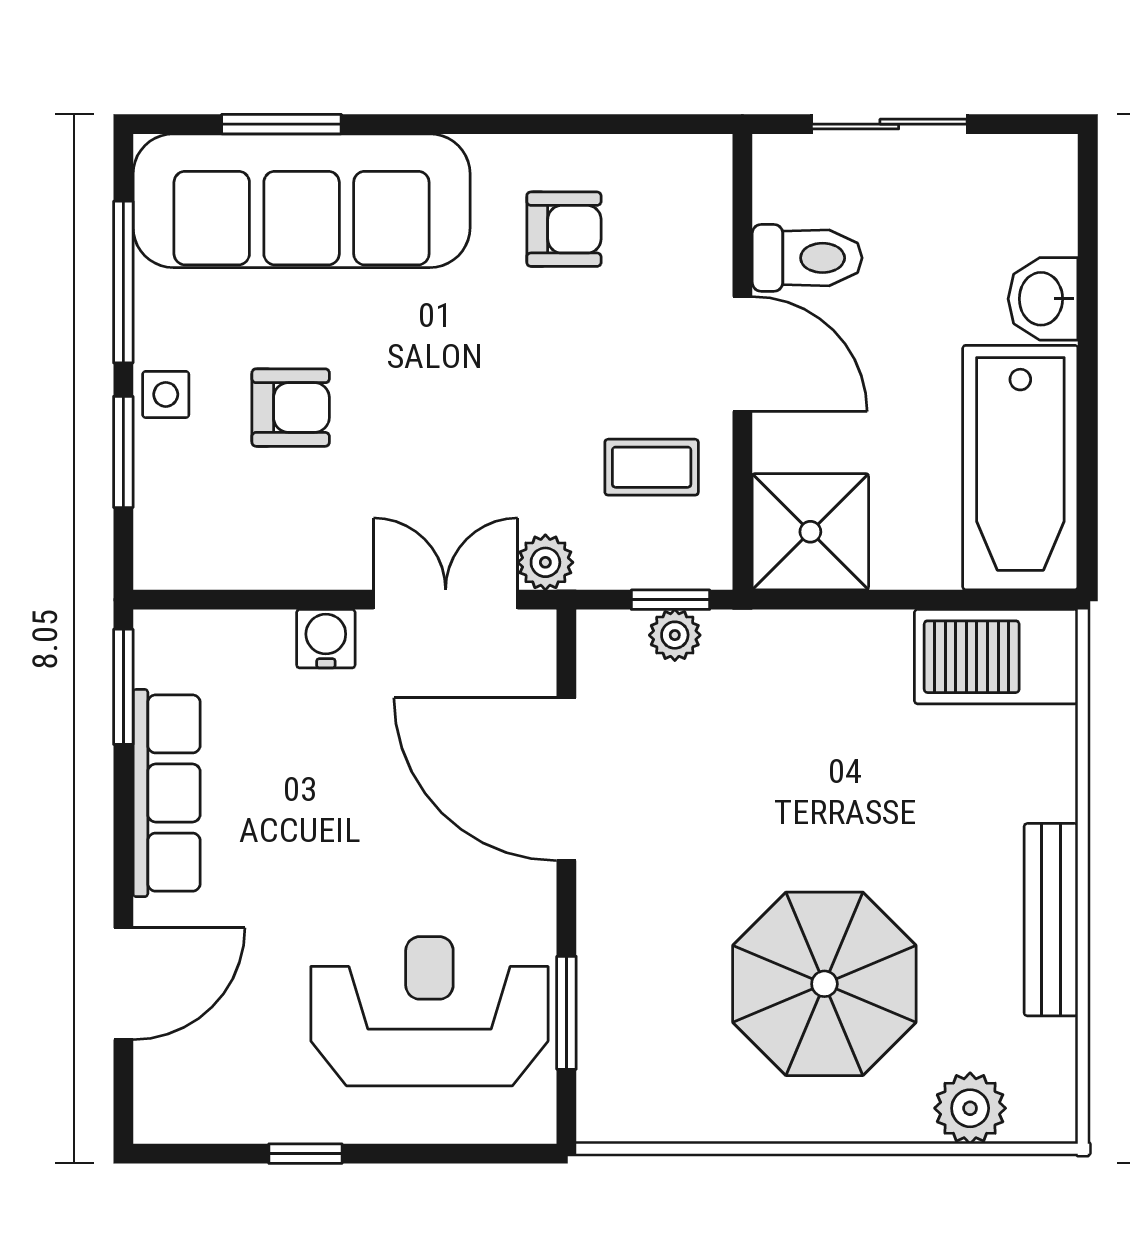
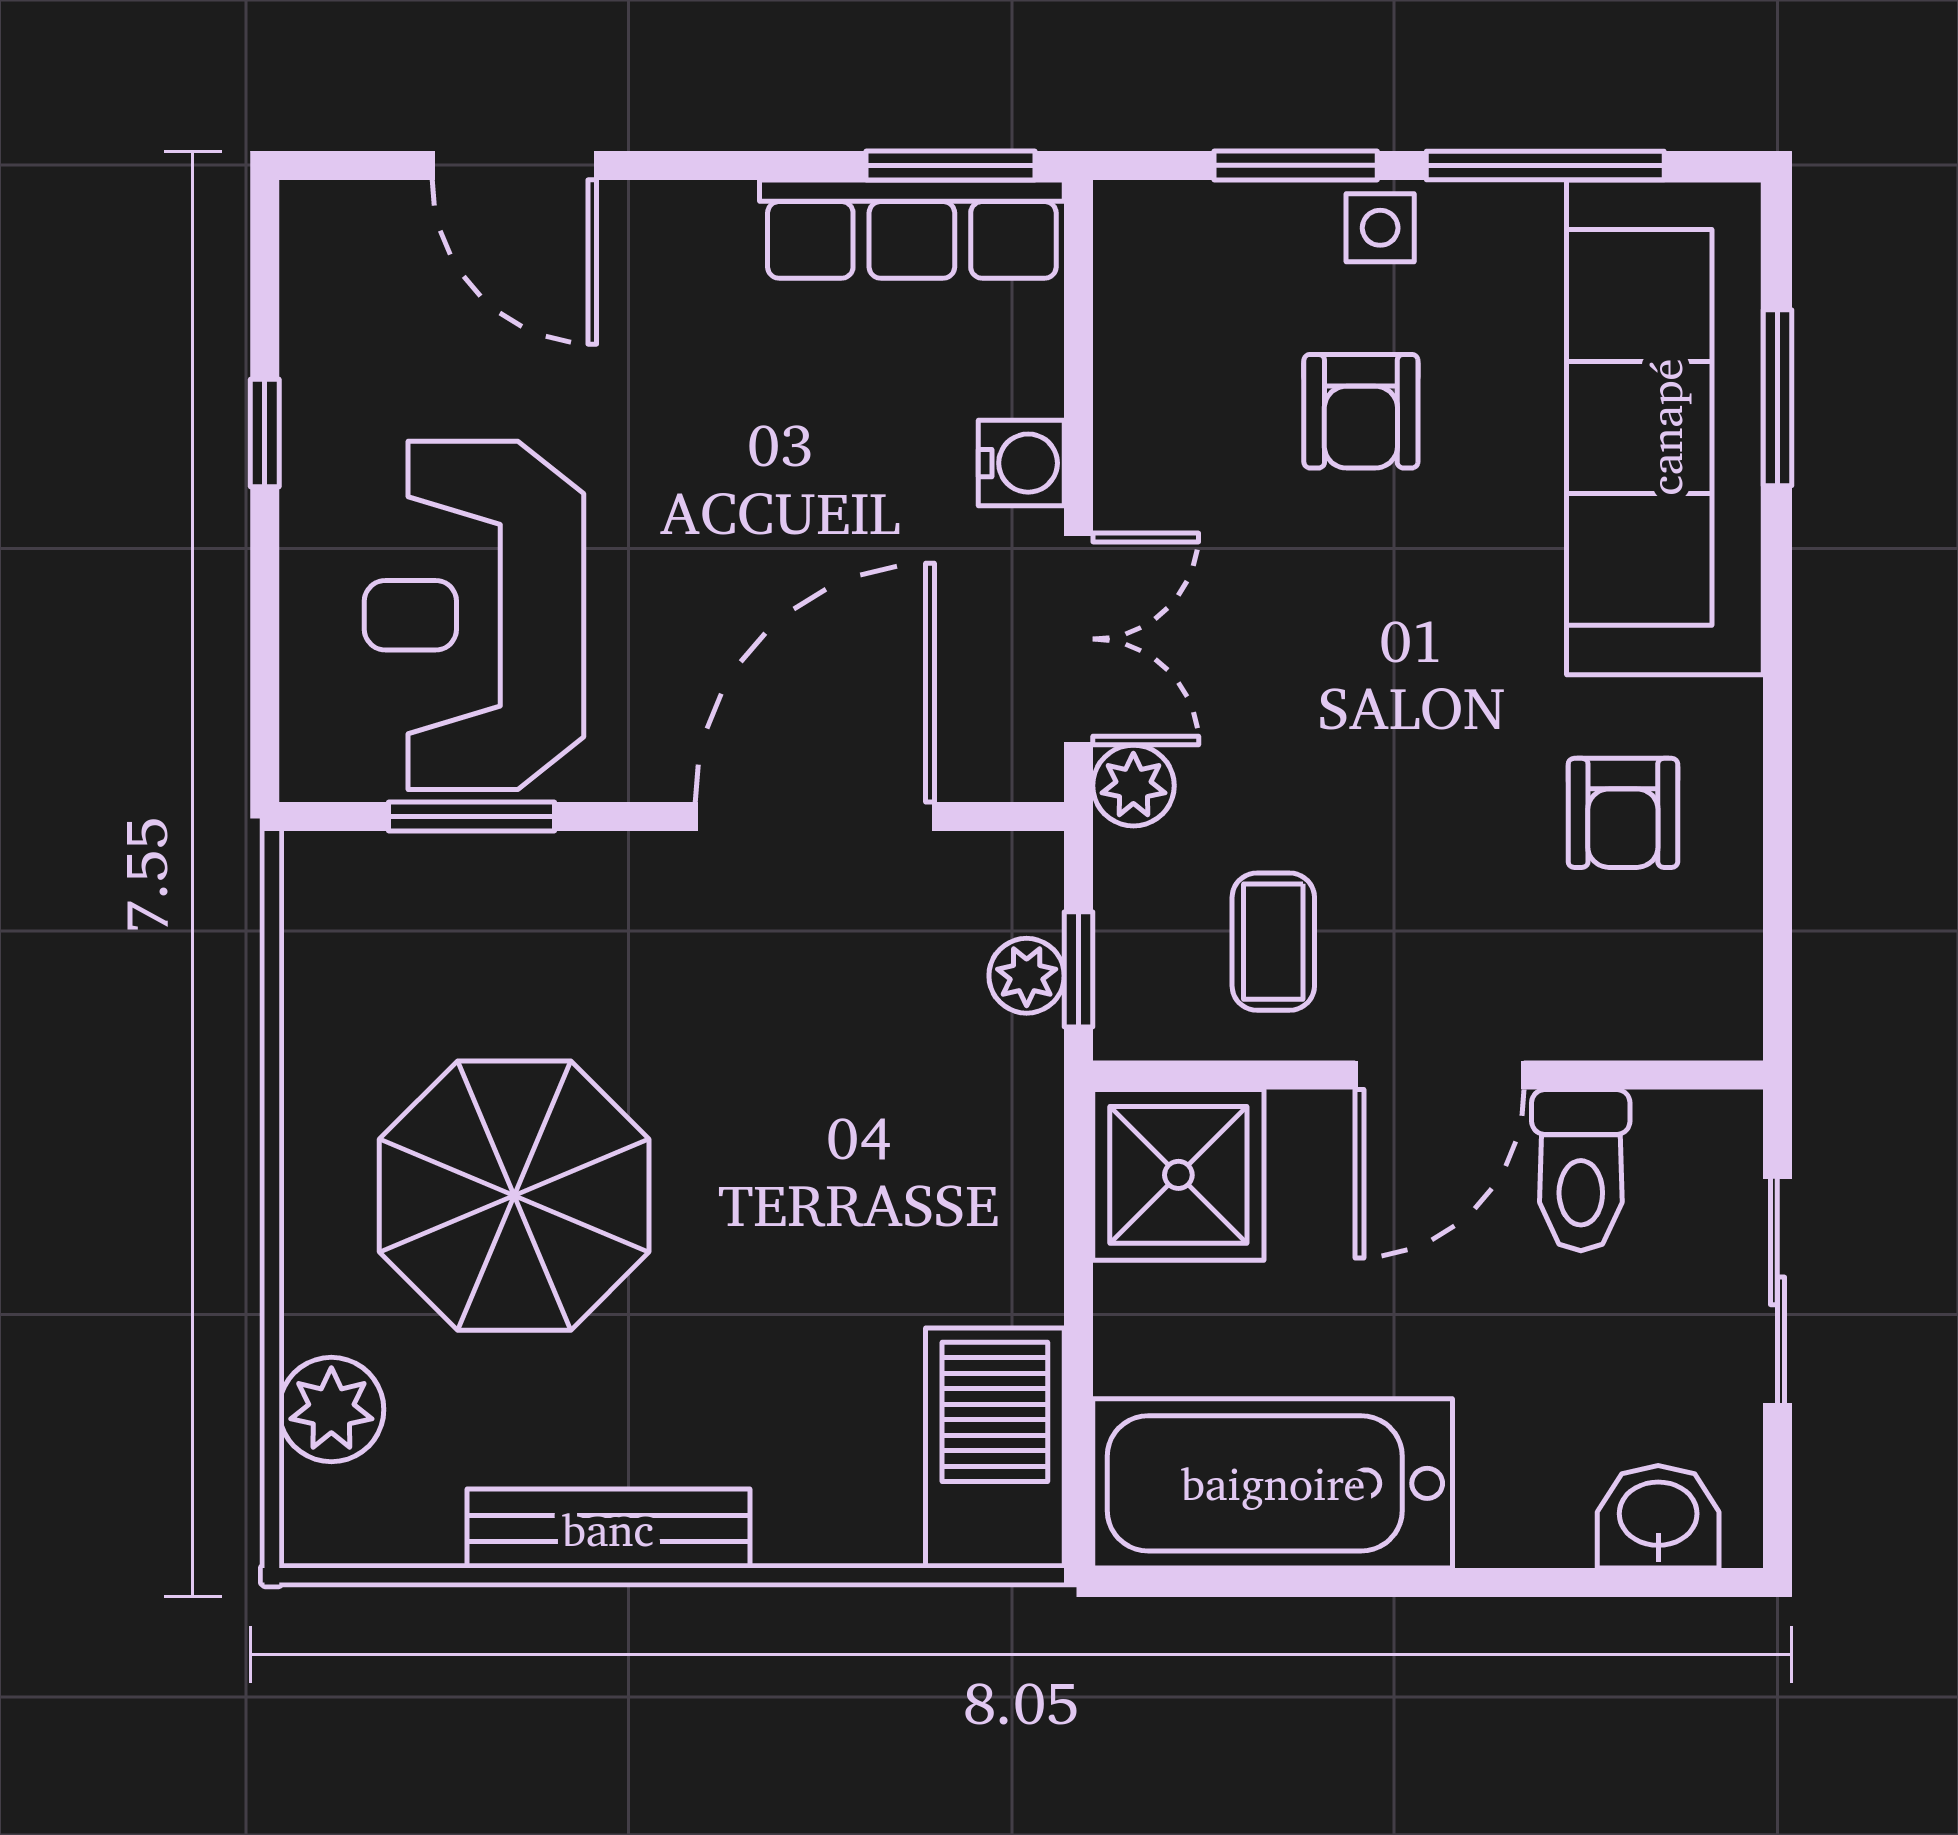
washbasin: (1043, 299) -> (1658, 1517), moved
row of seats: (167, 793) -> (912, 229), moved
reception desk: (429, 1011) -> (474, 615), turned 180

